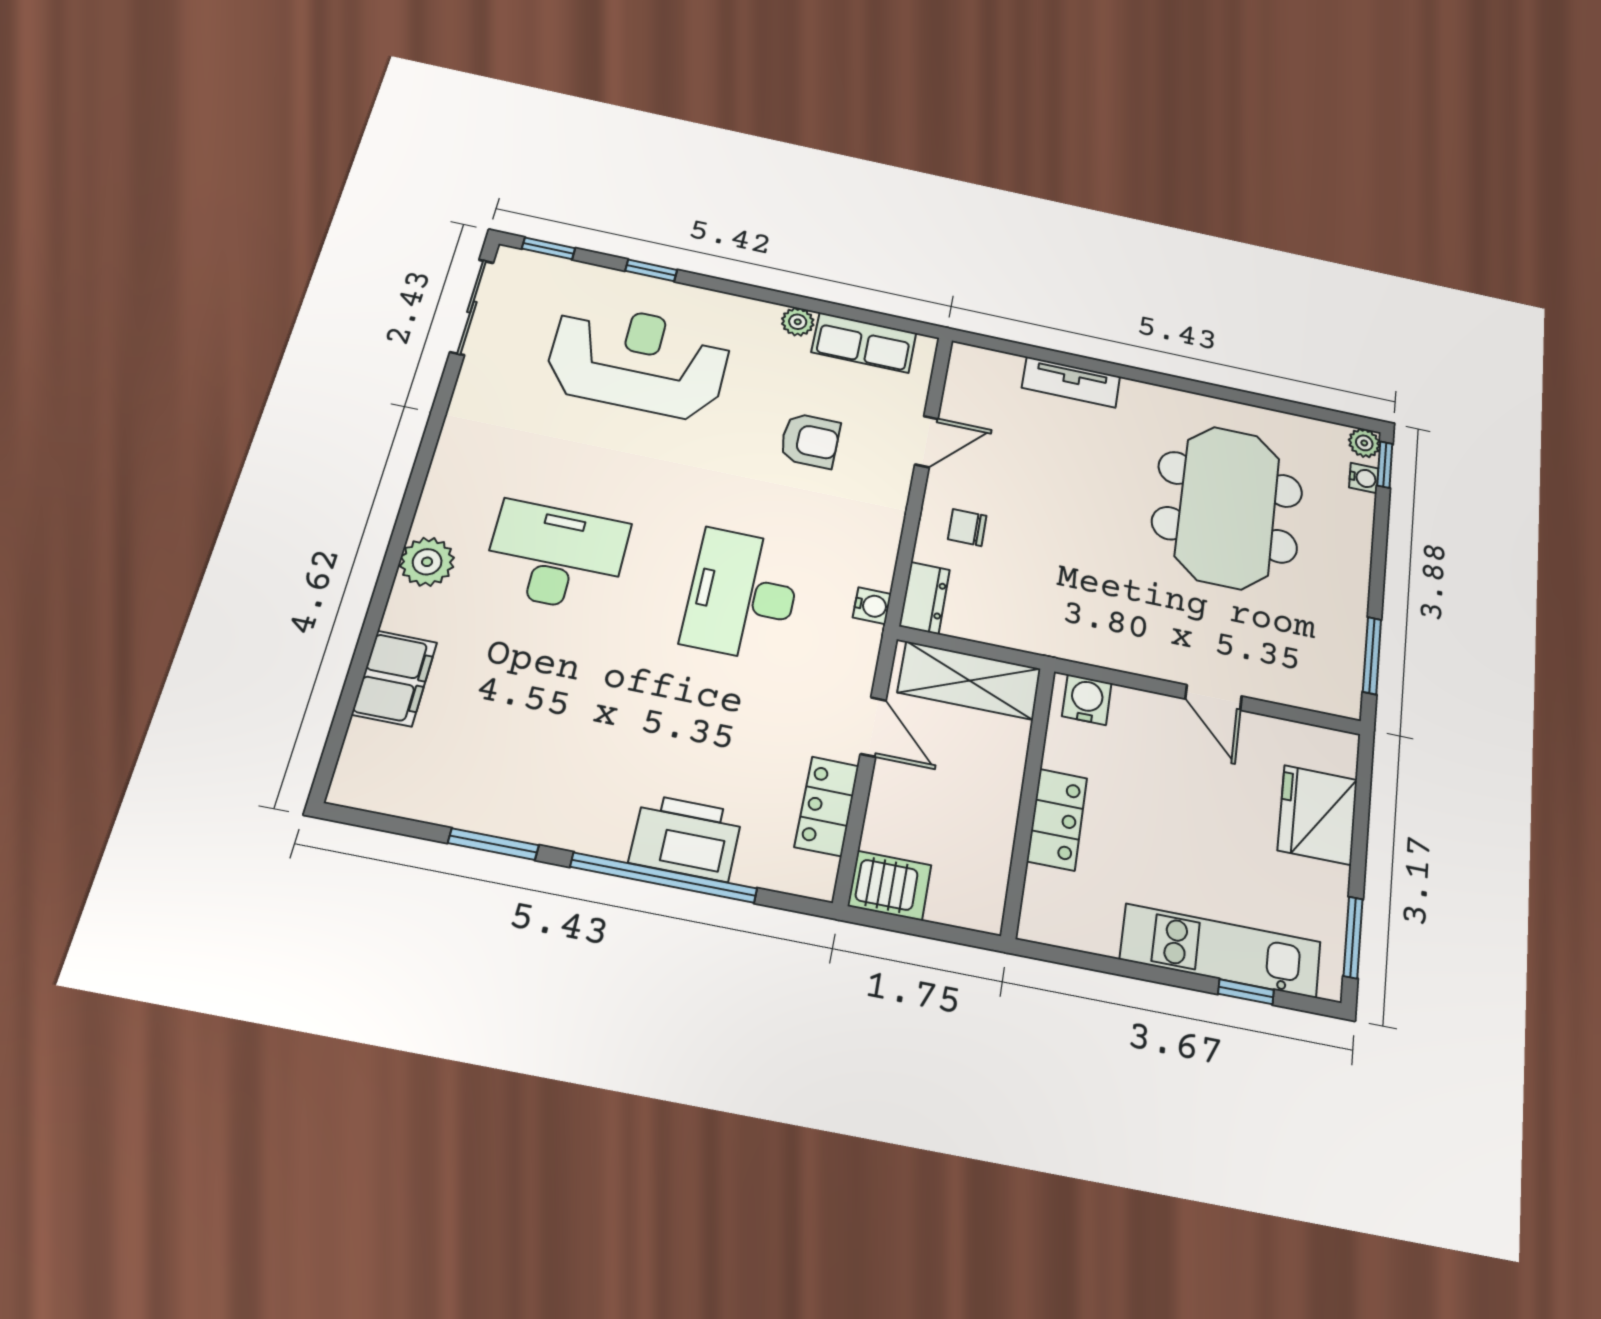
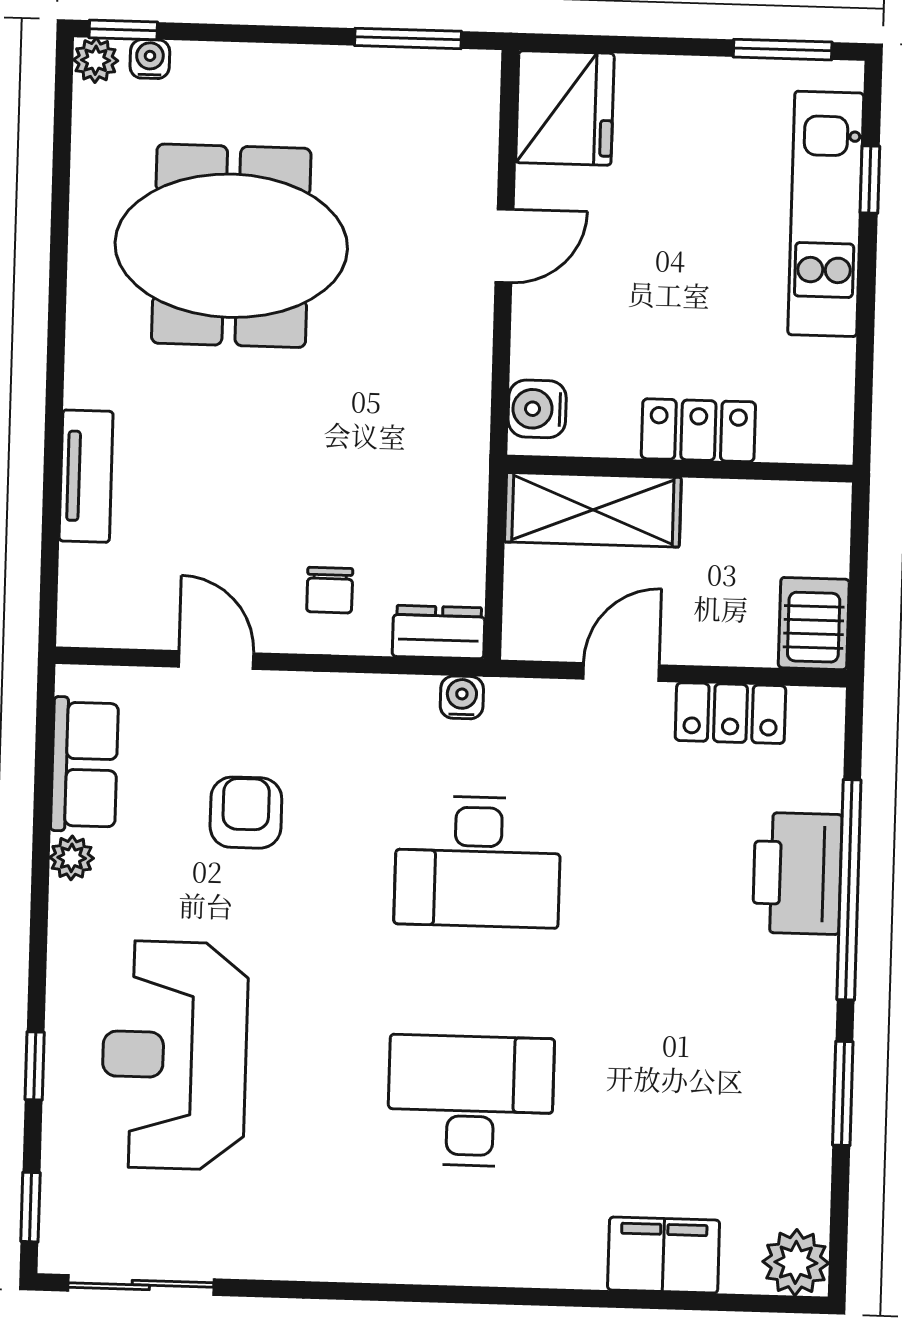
desk: (556, 556) -> (471, 1101), turned 90
plant: (427, 562) -> (796, 1262), moved
shelving: (969, 680) -> (593, 510), moved, turned 90
fridge: (1318, 815) -> (565, 108), moved, turned -90

